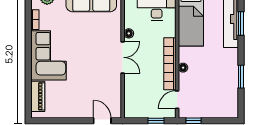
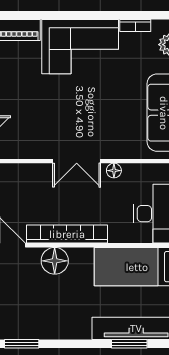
floor lamp: (183, 68) -> (55, 261), width x1.89, depth x1.89
window: (241, 77) -> (22, 344), moved

